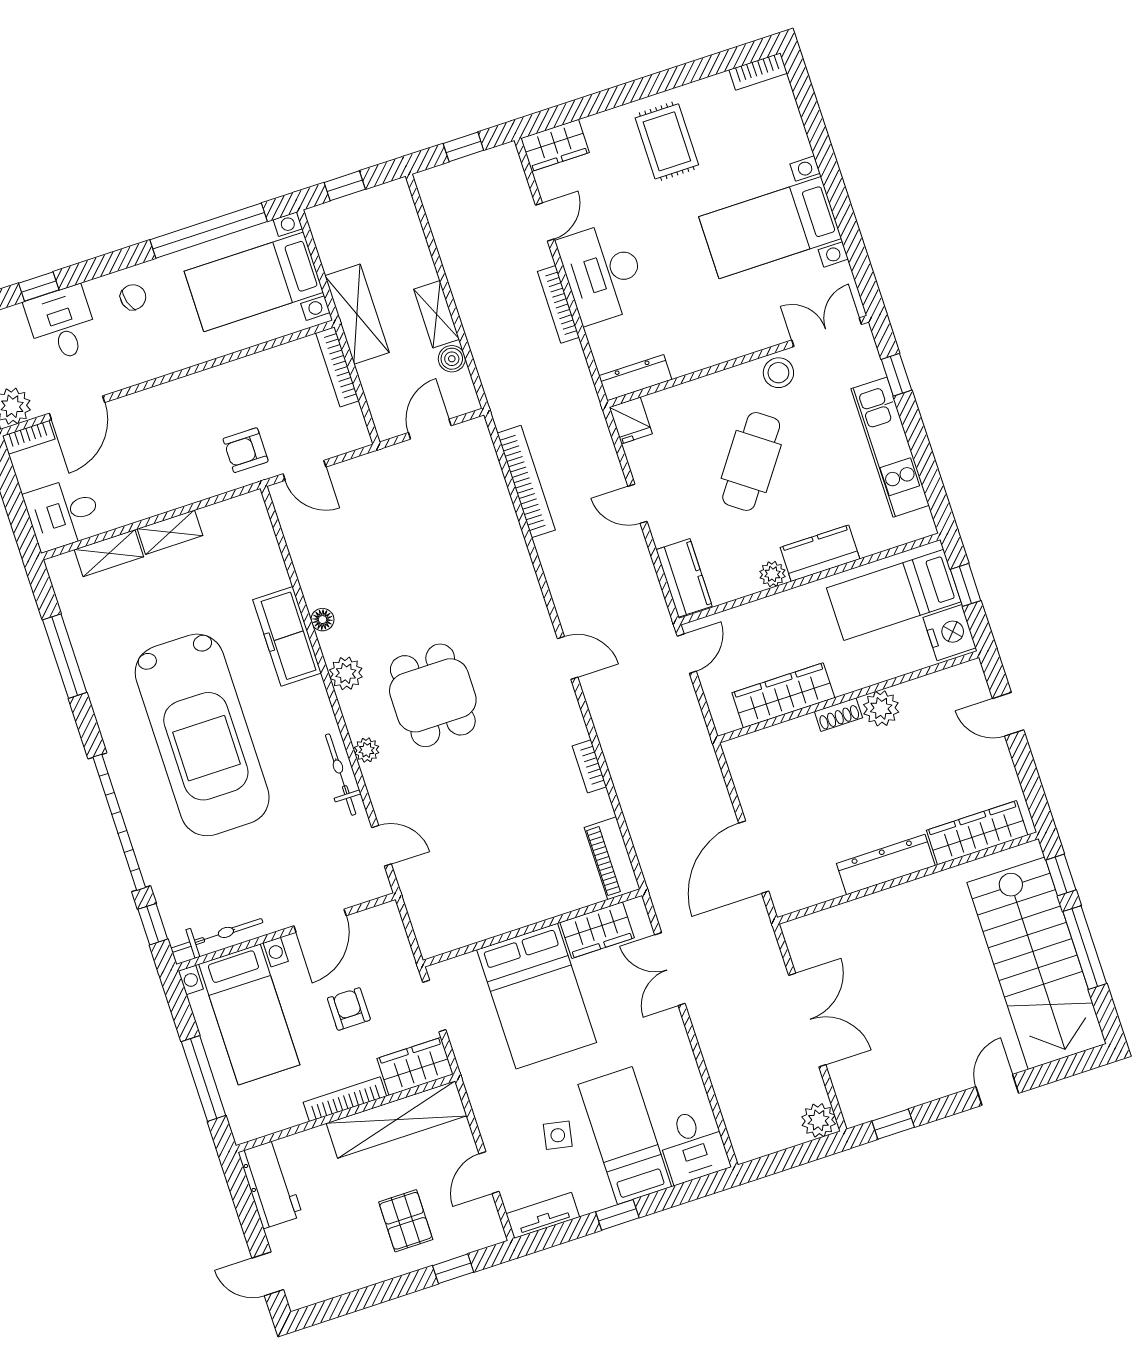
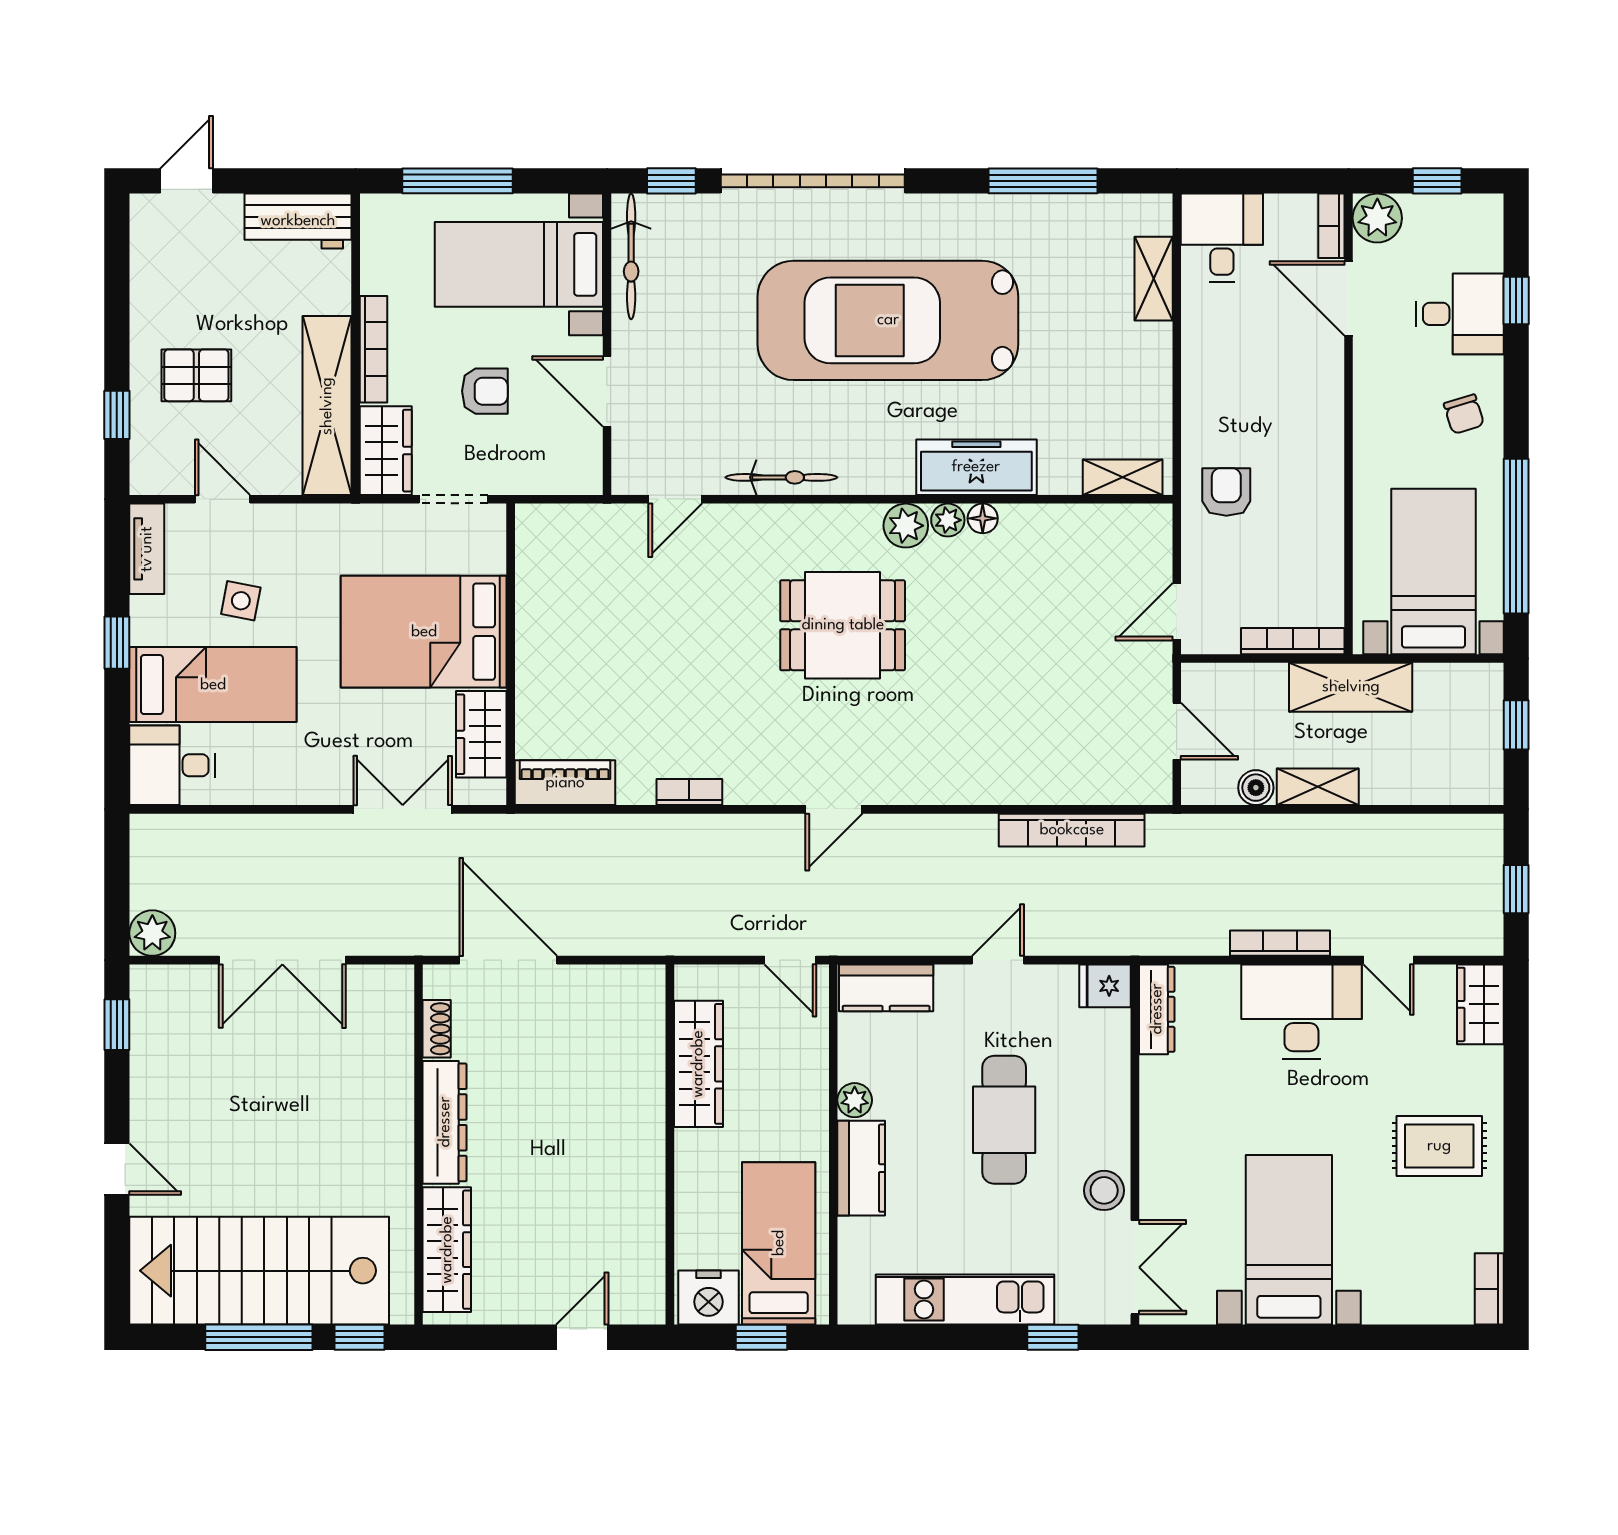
cafe table: (751, 461) -> (1004, 1120), turned 54
door: (304, 470) -> (1177, 612), moved
shelving: (170, 532) -> (1123, 477), moved, turned 90
plant: (881, 708) -> (642, 1181), removed
shoe rack: (838, 715) -> (437, 1029), moved, turned 180
plant: (367, 750) -> (948, 520), moved

